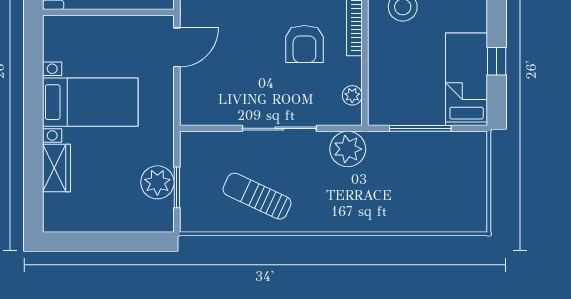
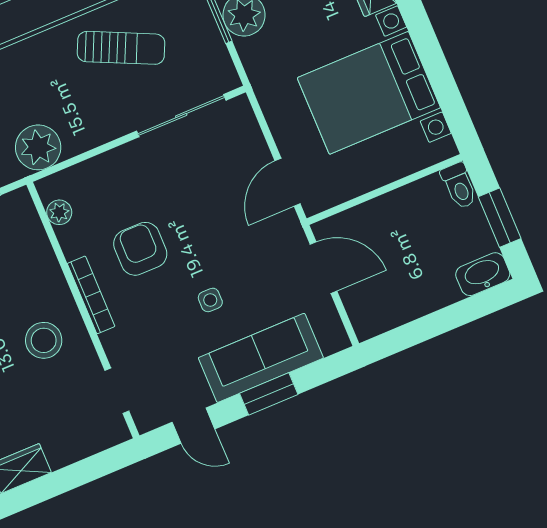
bed with nightstands: (90, 102) -> (369, 93), width x1.36
sliding door: (279, 128) -> (181, 116), moved

